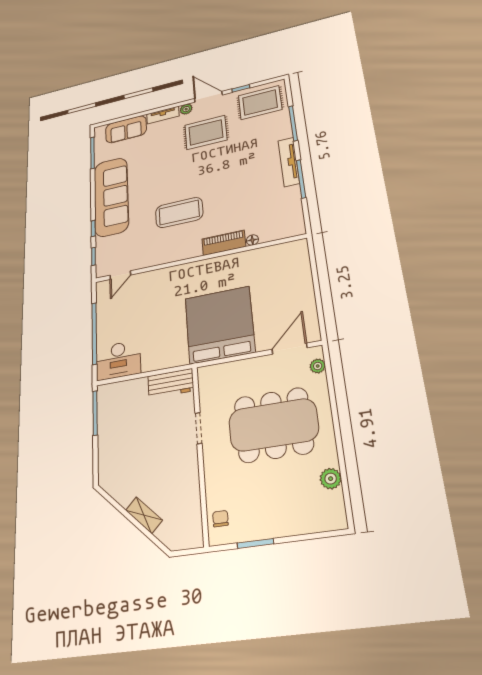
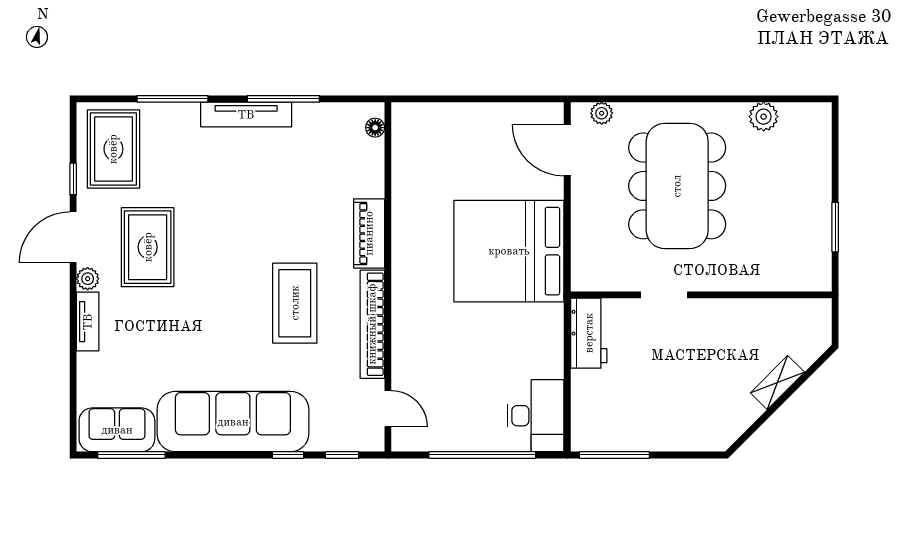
sofa: (126, 129) -> (117, 430), moved, turned -90
floor lamp: (252, 240) -> (375, 128), moved
bookcase: (169, 256) -> (372, 324), added
chair: (220, 519) -> (796, 272), removed

